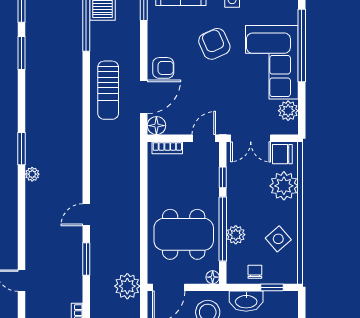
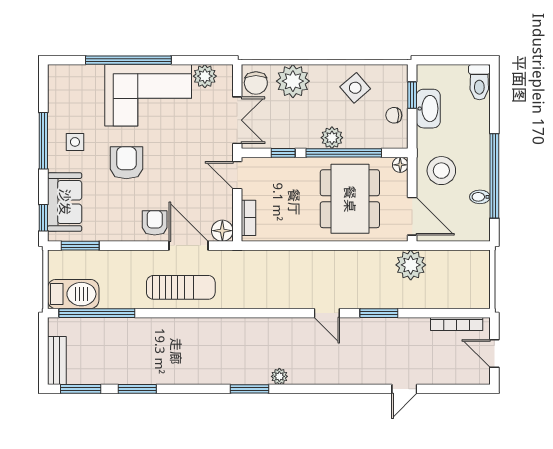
armchair: (214, 44) -> (126, 163), turned 114
plant: (236, 235) -> (332, 138), moved
washbasin: (246, 301) -> (428, 109), moved

